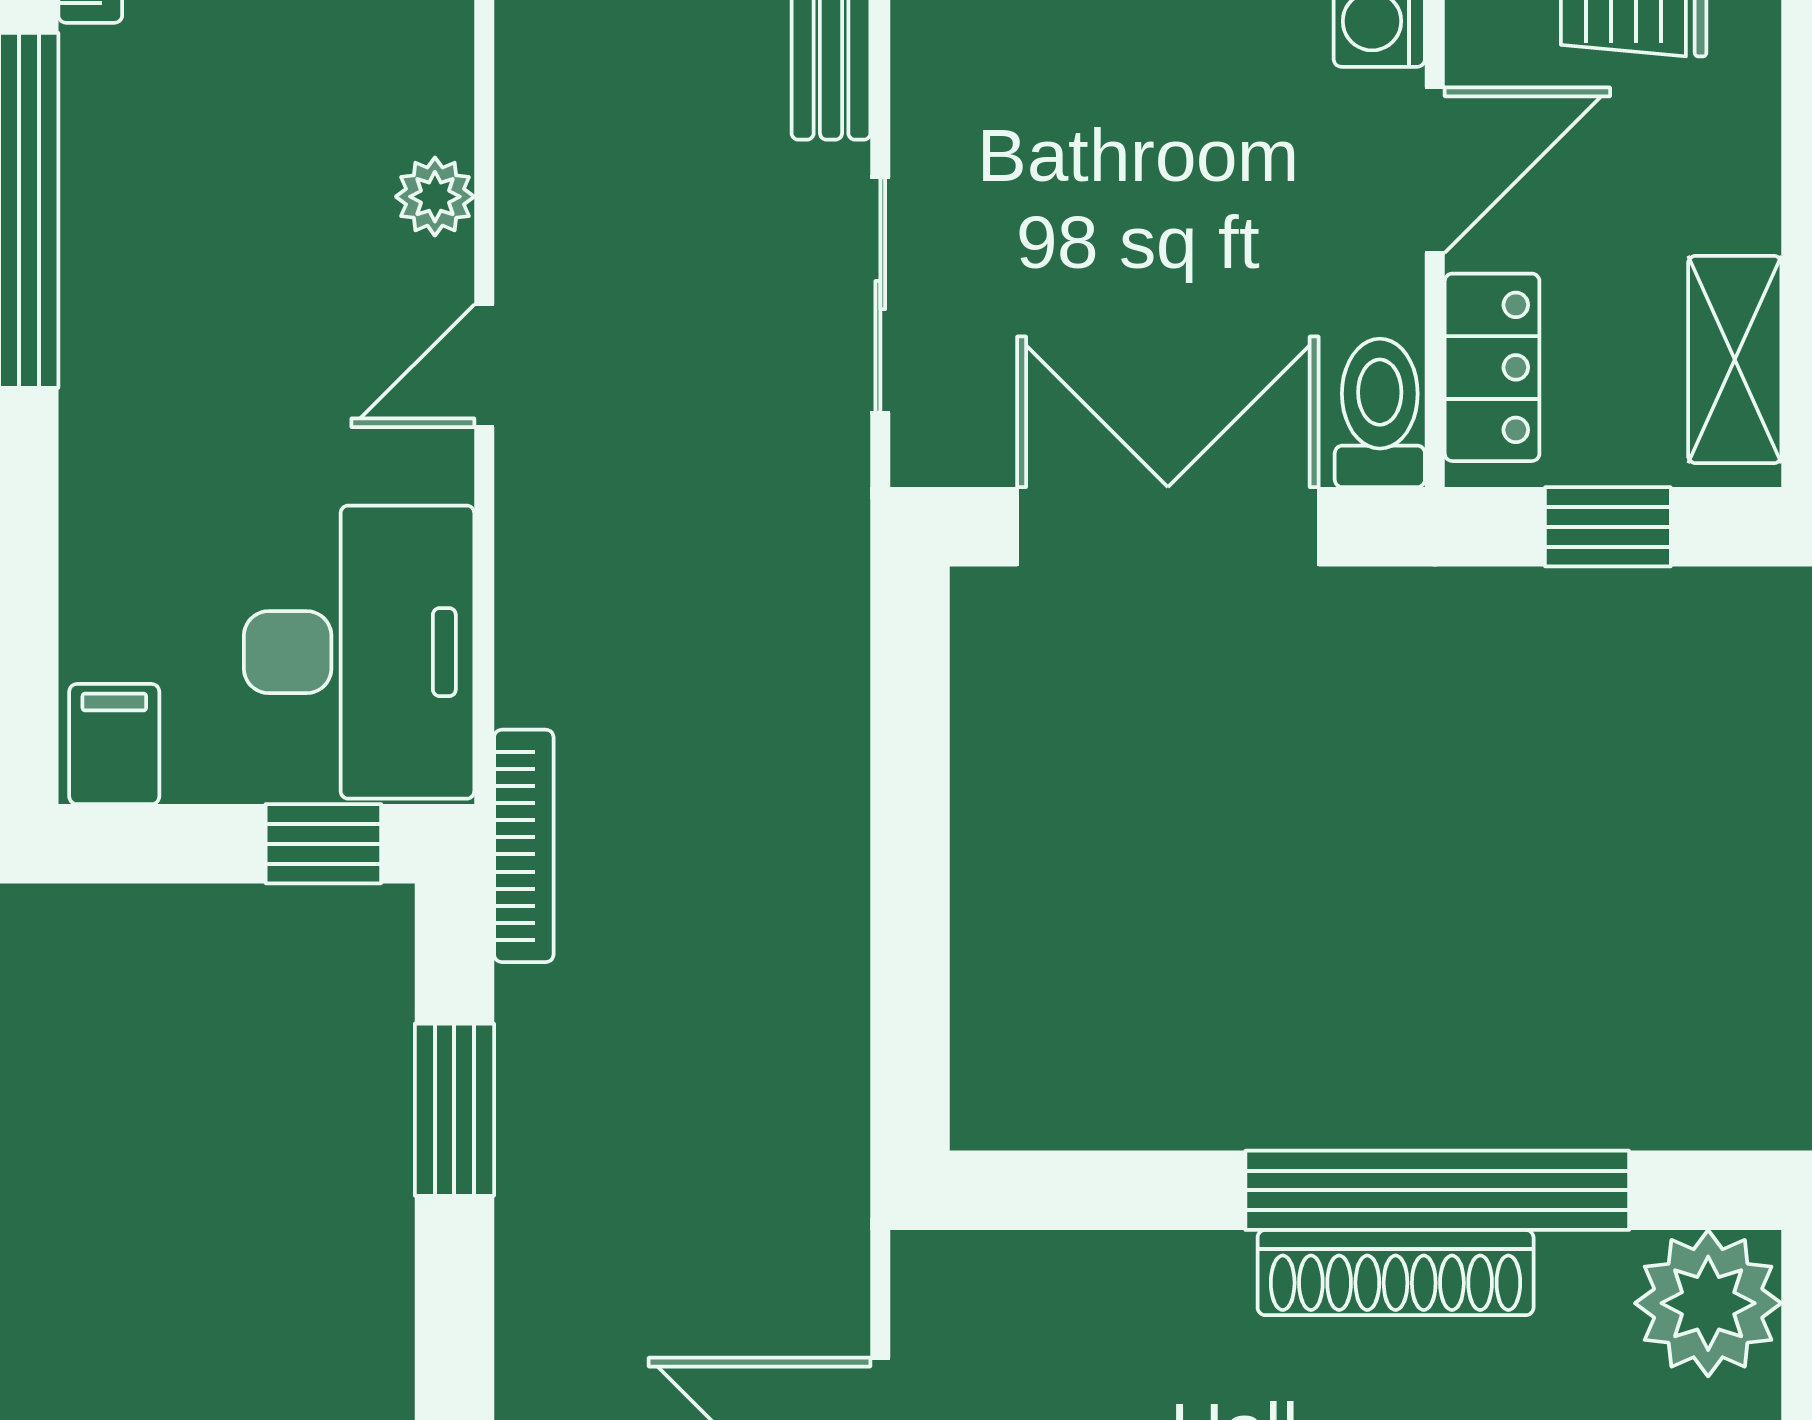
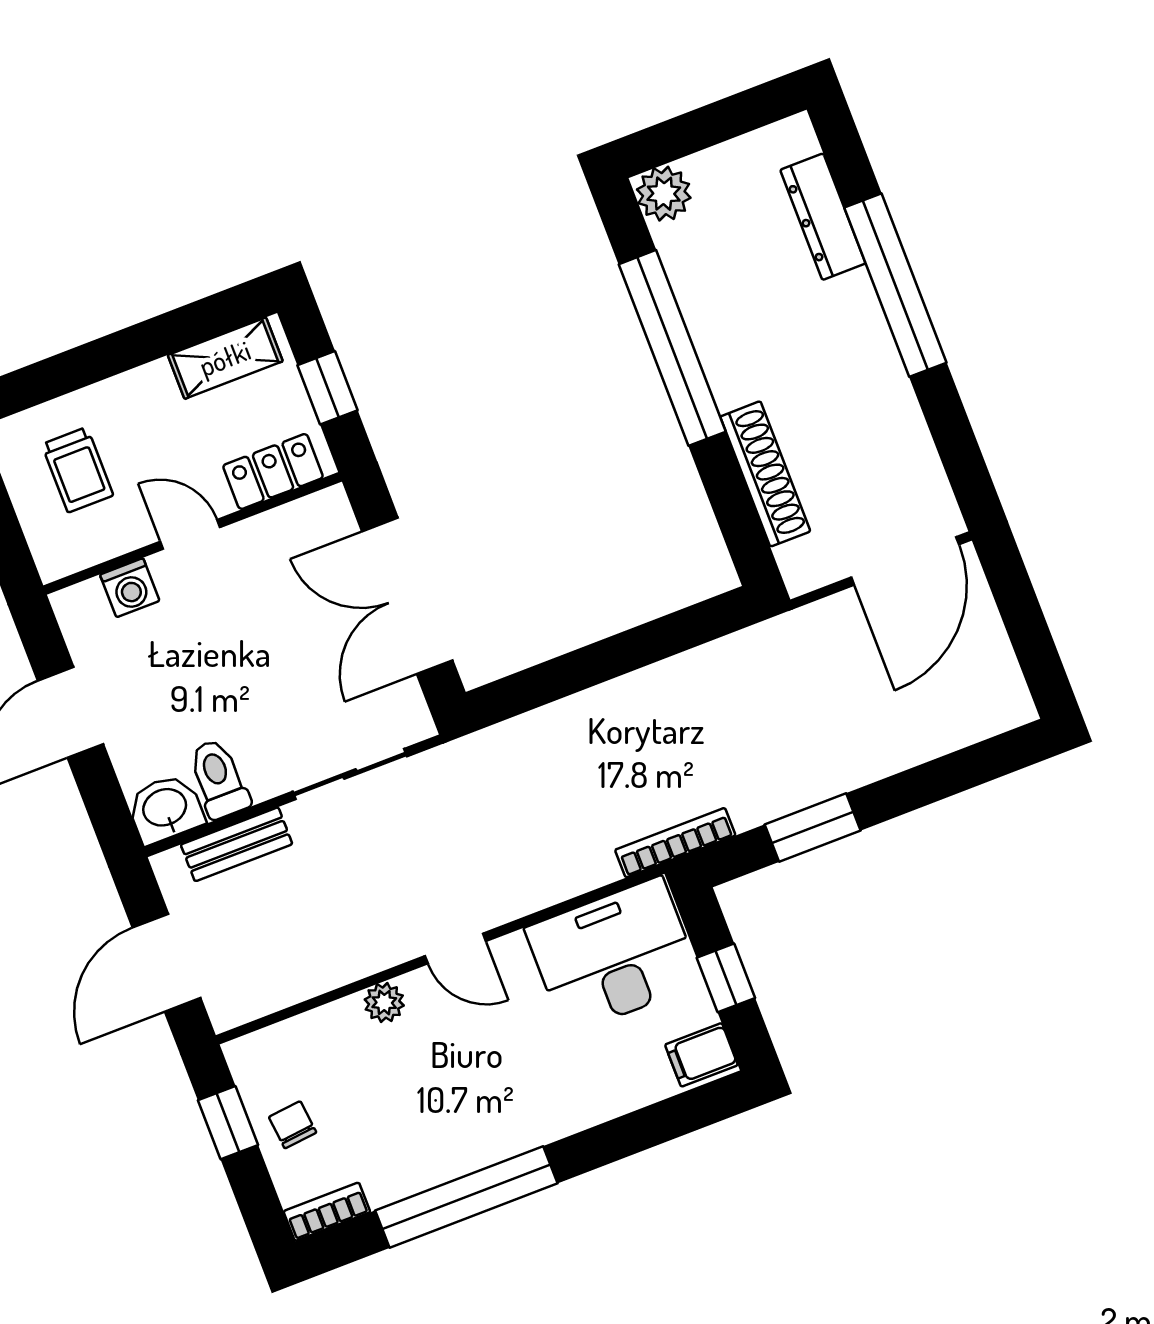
door: (1435, 170) -> (190, 534), width x0.73
toilet: (1380, 413) -> (219, 779), moved, turned 90
window: (323, 844) -> (726, 978), moved
shoe rack: (1396, 1273) -> (765, 474), moved
plant: (1708, 1303) -> (664, 194), width x0.73, depth x0.73

